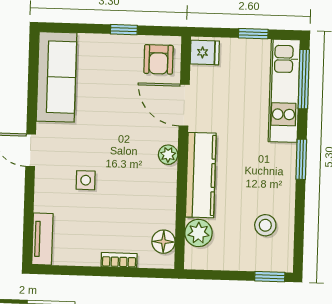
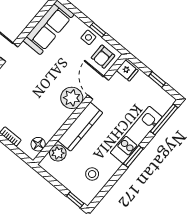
kitchen unit: (284, 91) -> (136, 135), moved
plant: (168, 155) -> (72, 98), width x1.88, depth x1.88
side table: (86, 180) -> (88, 37), moved

